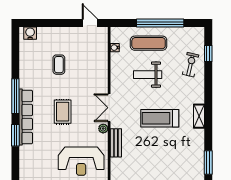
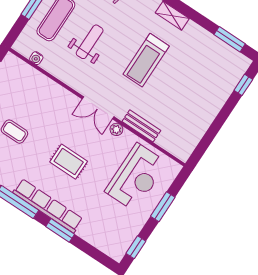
weight bench: (148, 75) -> (90, 42), turned 180

